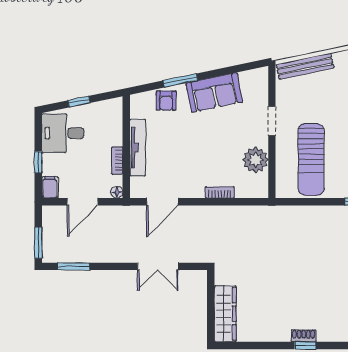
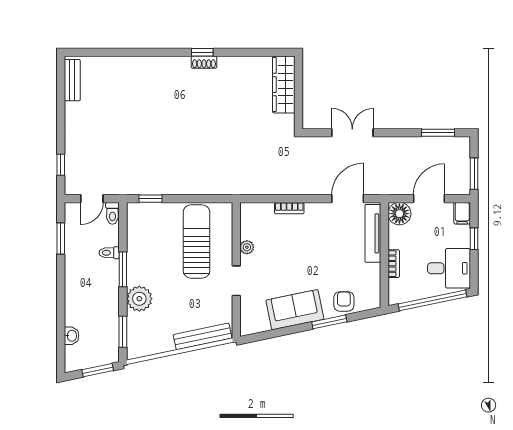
window: (79, 102) -> (433, 300), width x3.17
tv unit: (138, 148) -> (373, 233), moved
plant: (255, 160) -> (247, 247), width x0.53, depth x0.53
bookcase: (117, 161) -> (394, 264), moved
floor lamp: (117, 192) -> (399, 214), width x1.89, depth x1.89
window: (38, 243) -> (474, 174), moved

